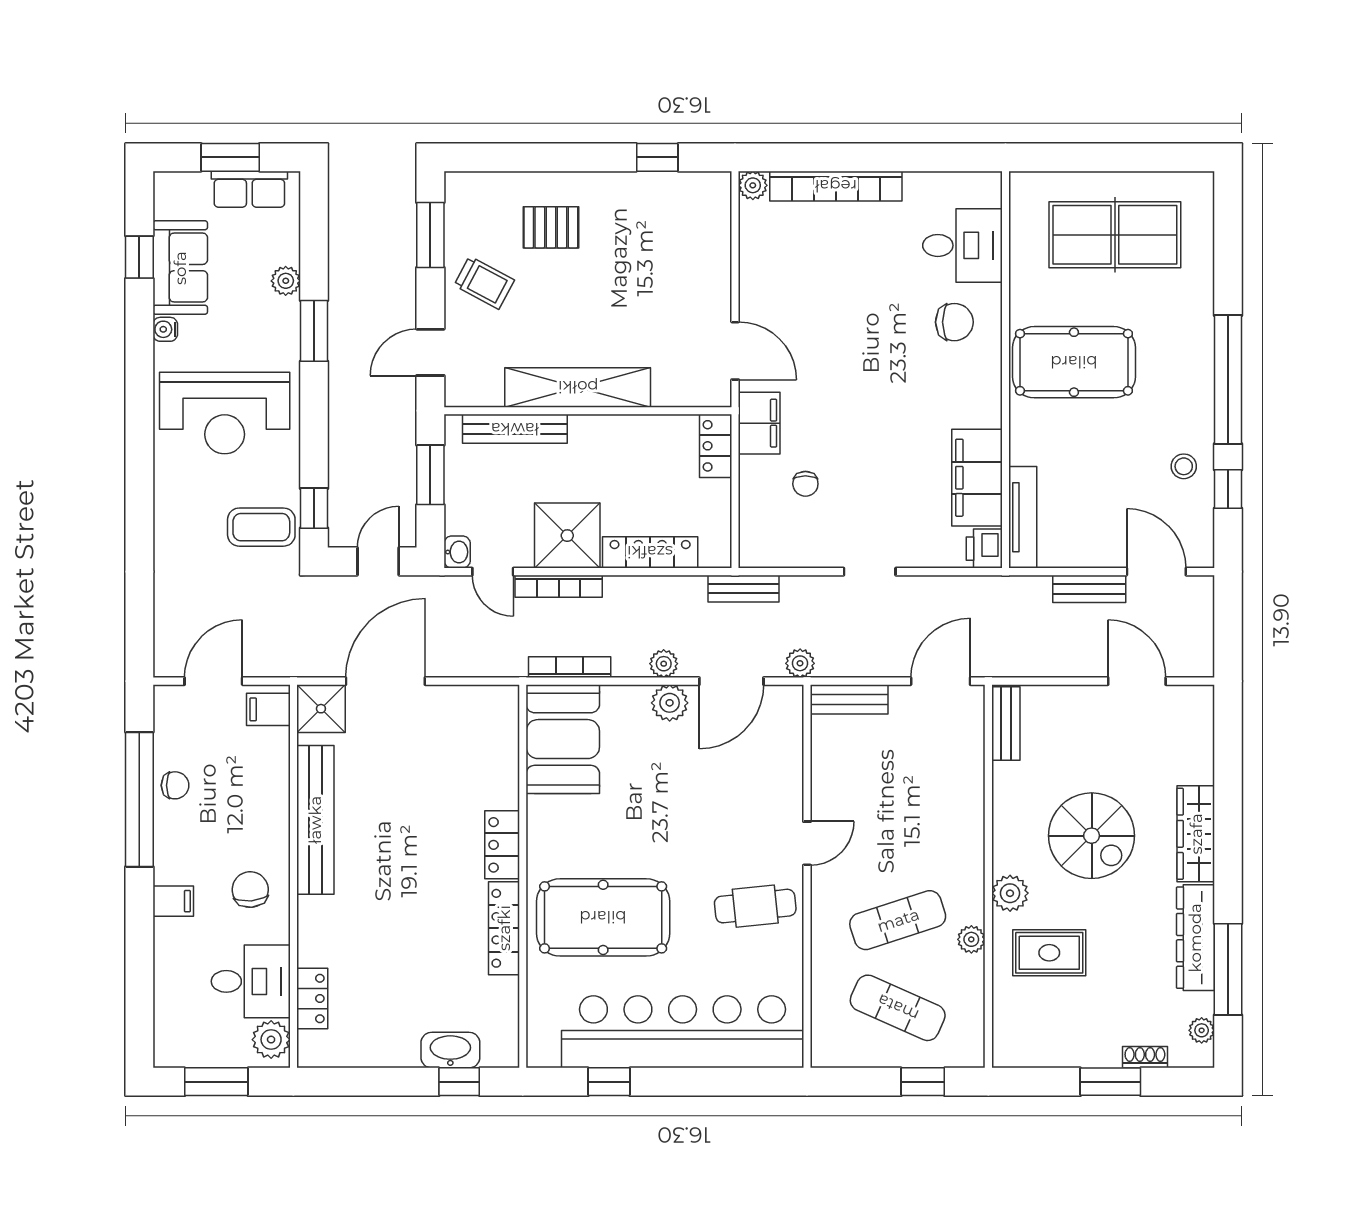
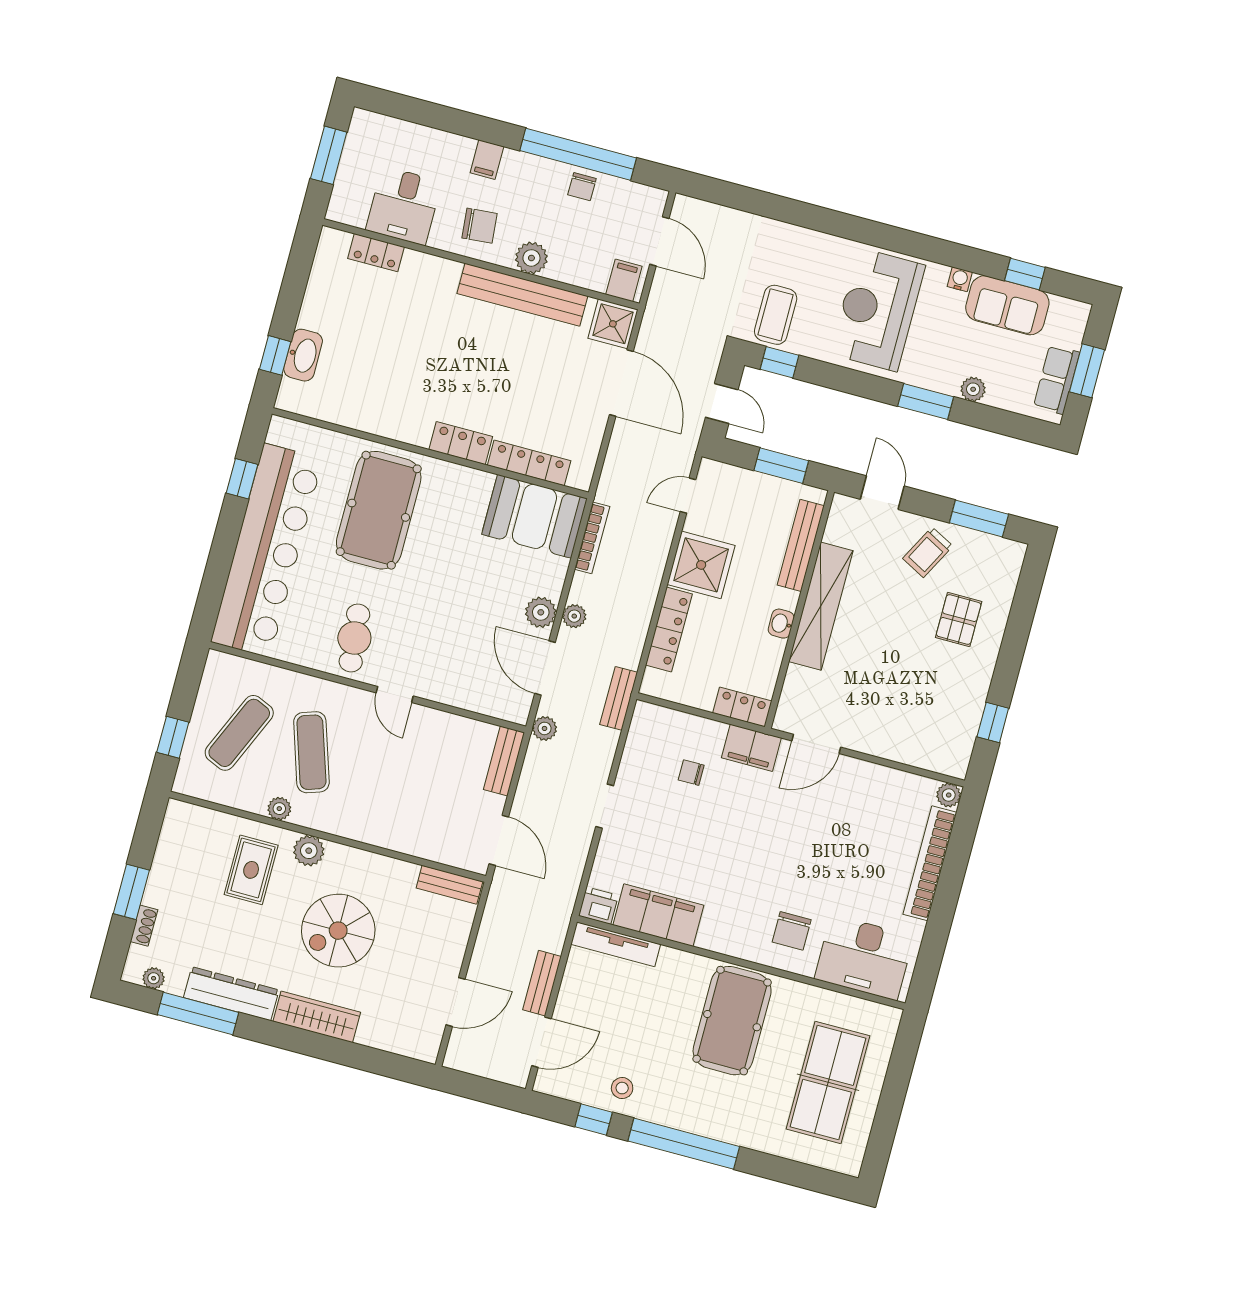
desk: (962, 245) -> (864, 957), width x1.37
washbasin: (457, 552) -> (781, 624), moved, turned 90
bookcase: (559, 586) -> (661, 547), removed
locker: (504, 928) -> (529, 463), moved
plant: (271, 1040) -> (531, 258), moved

